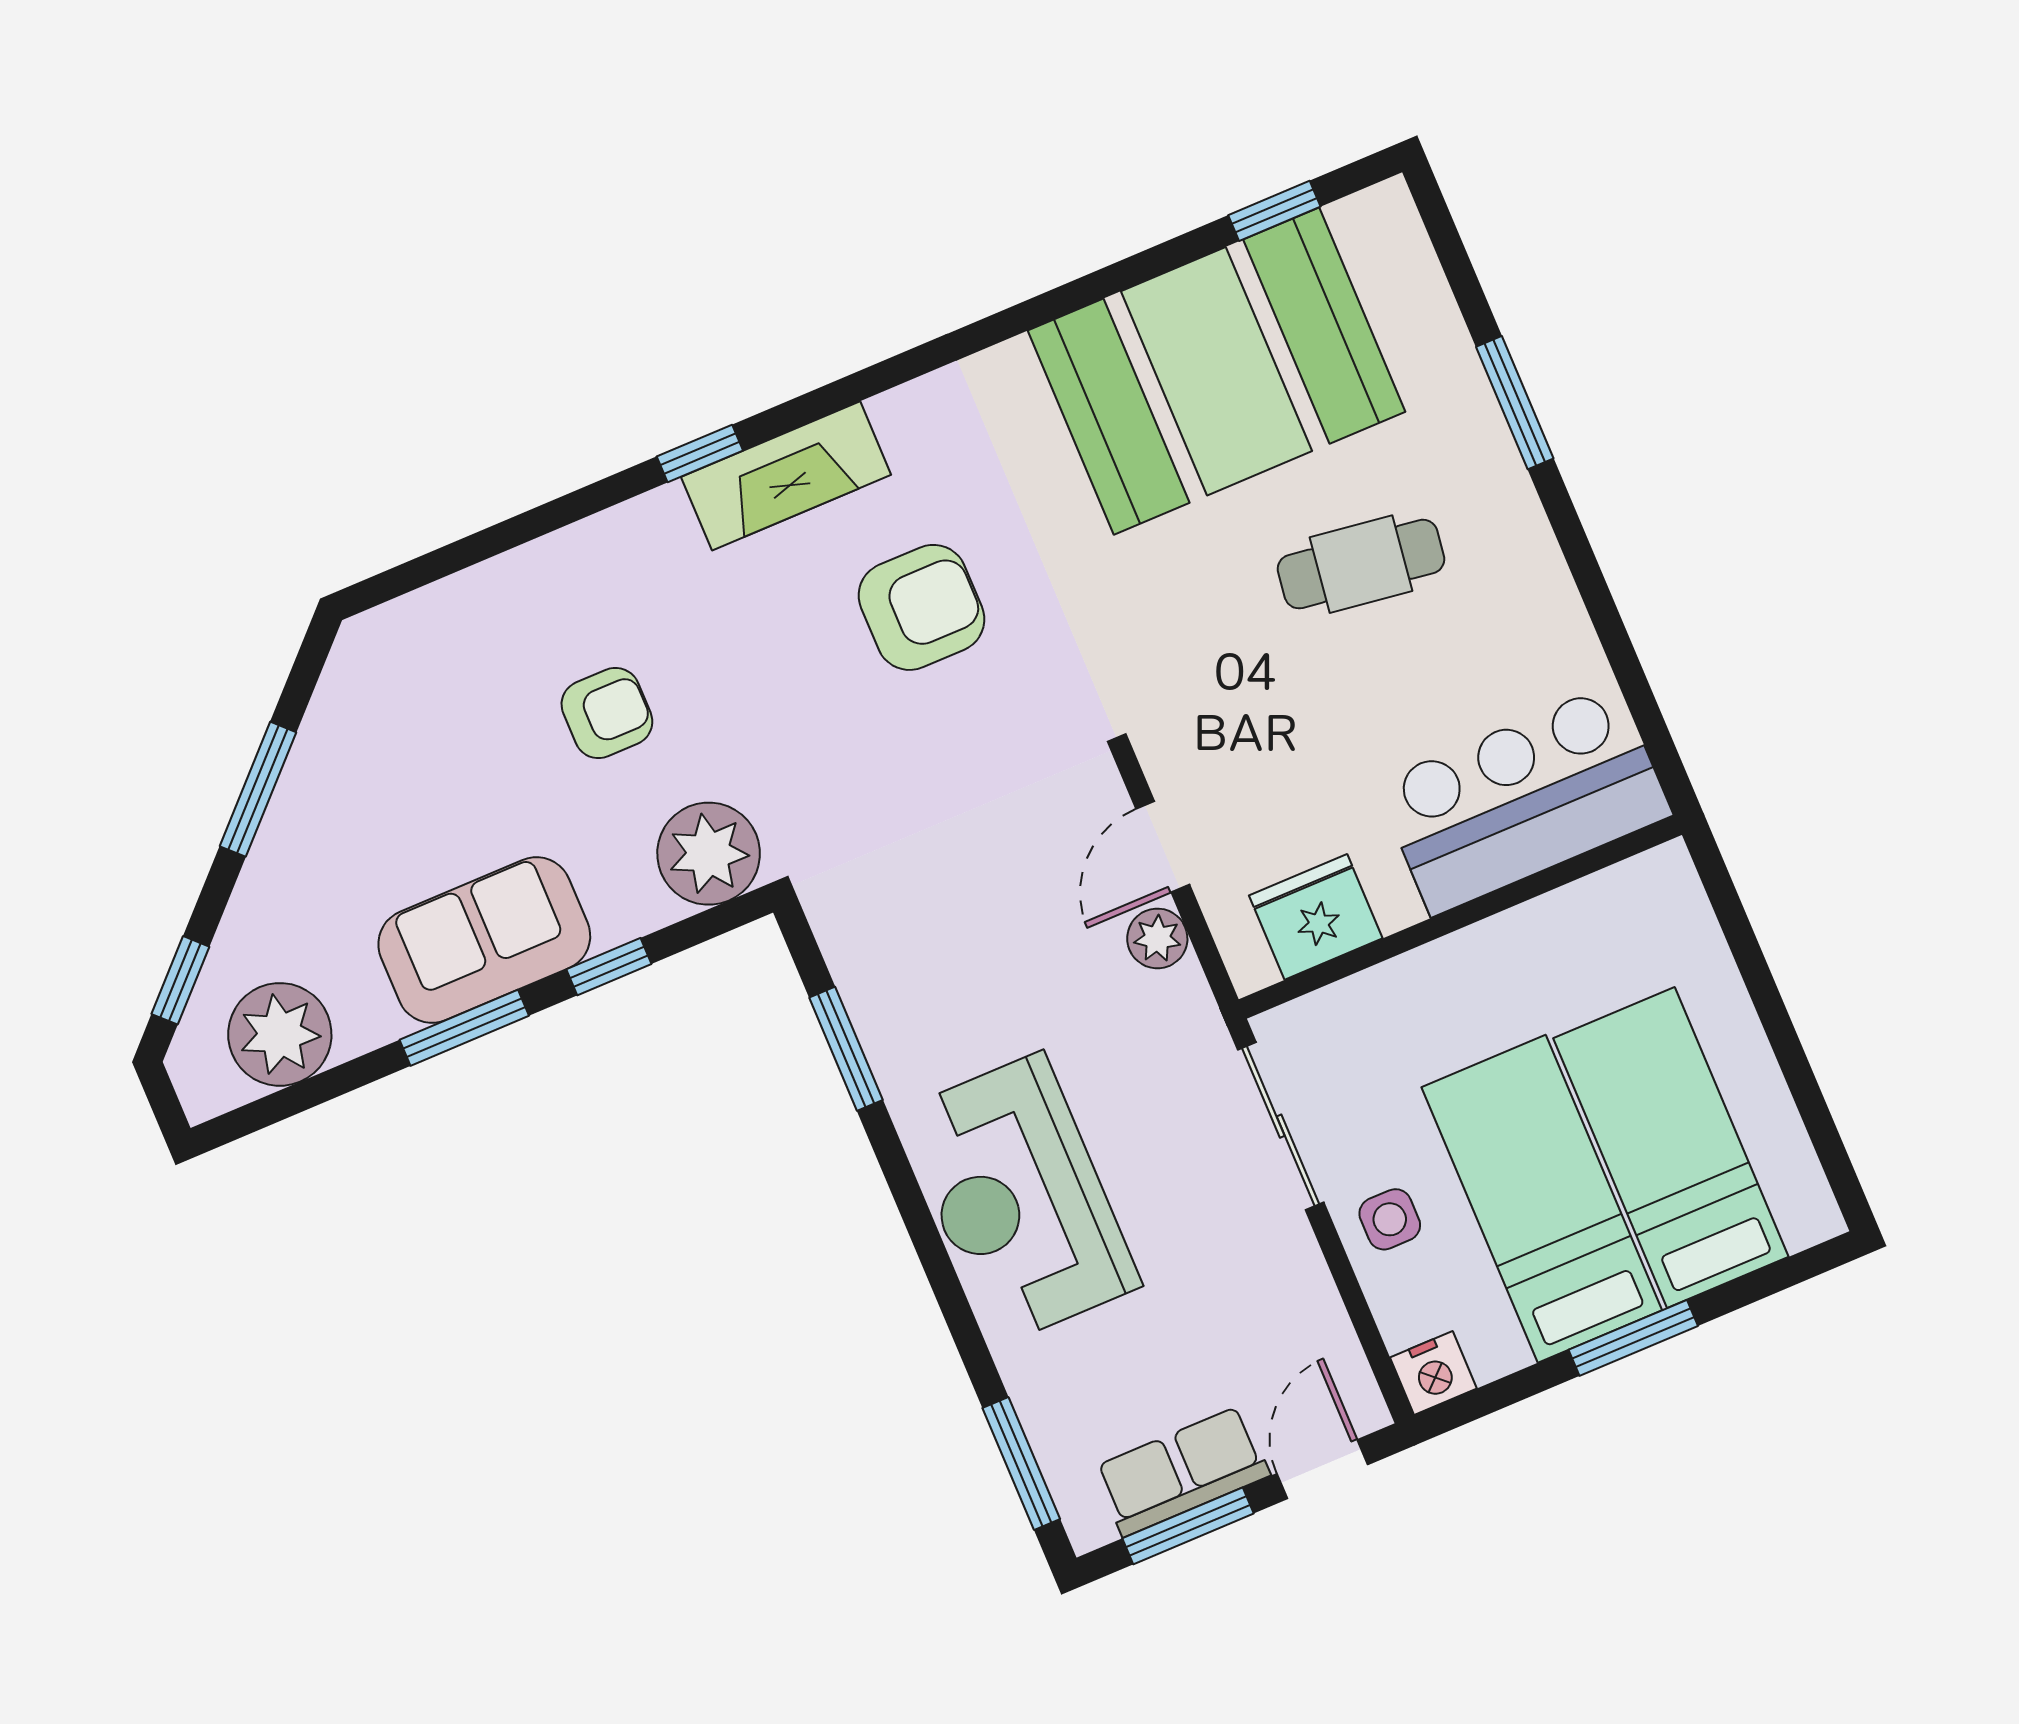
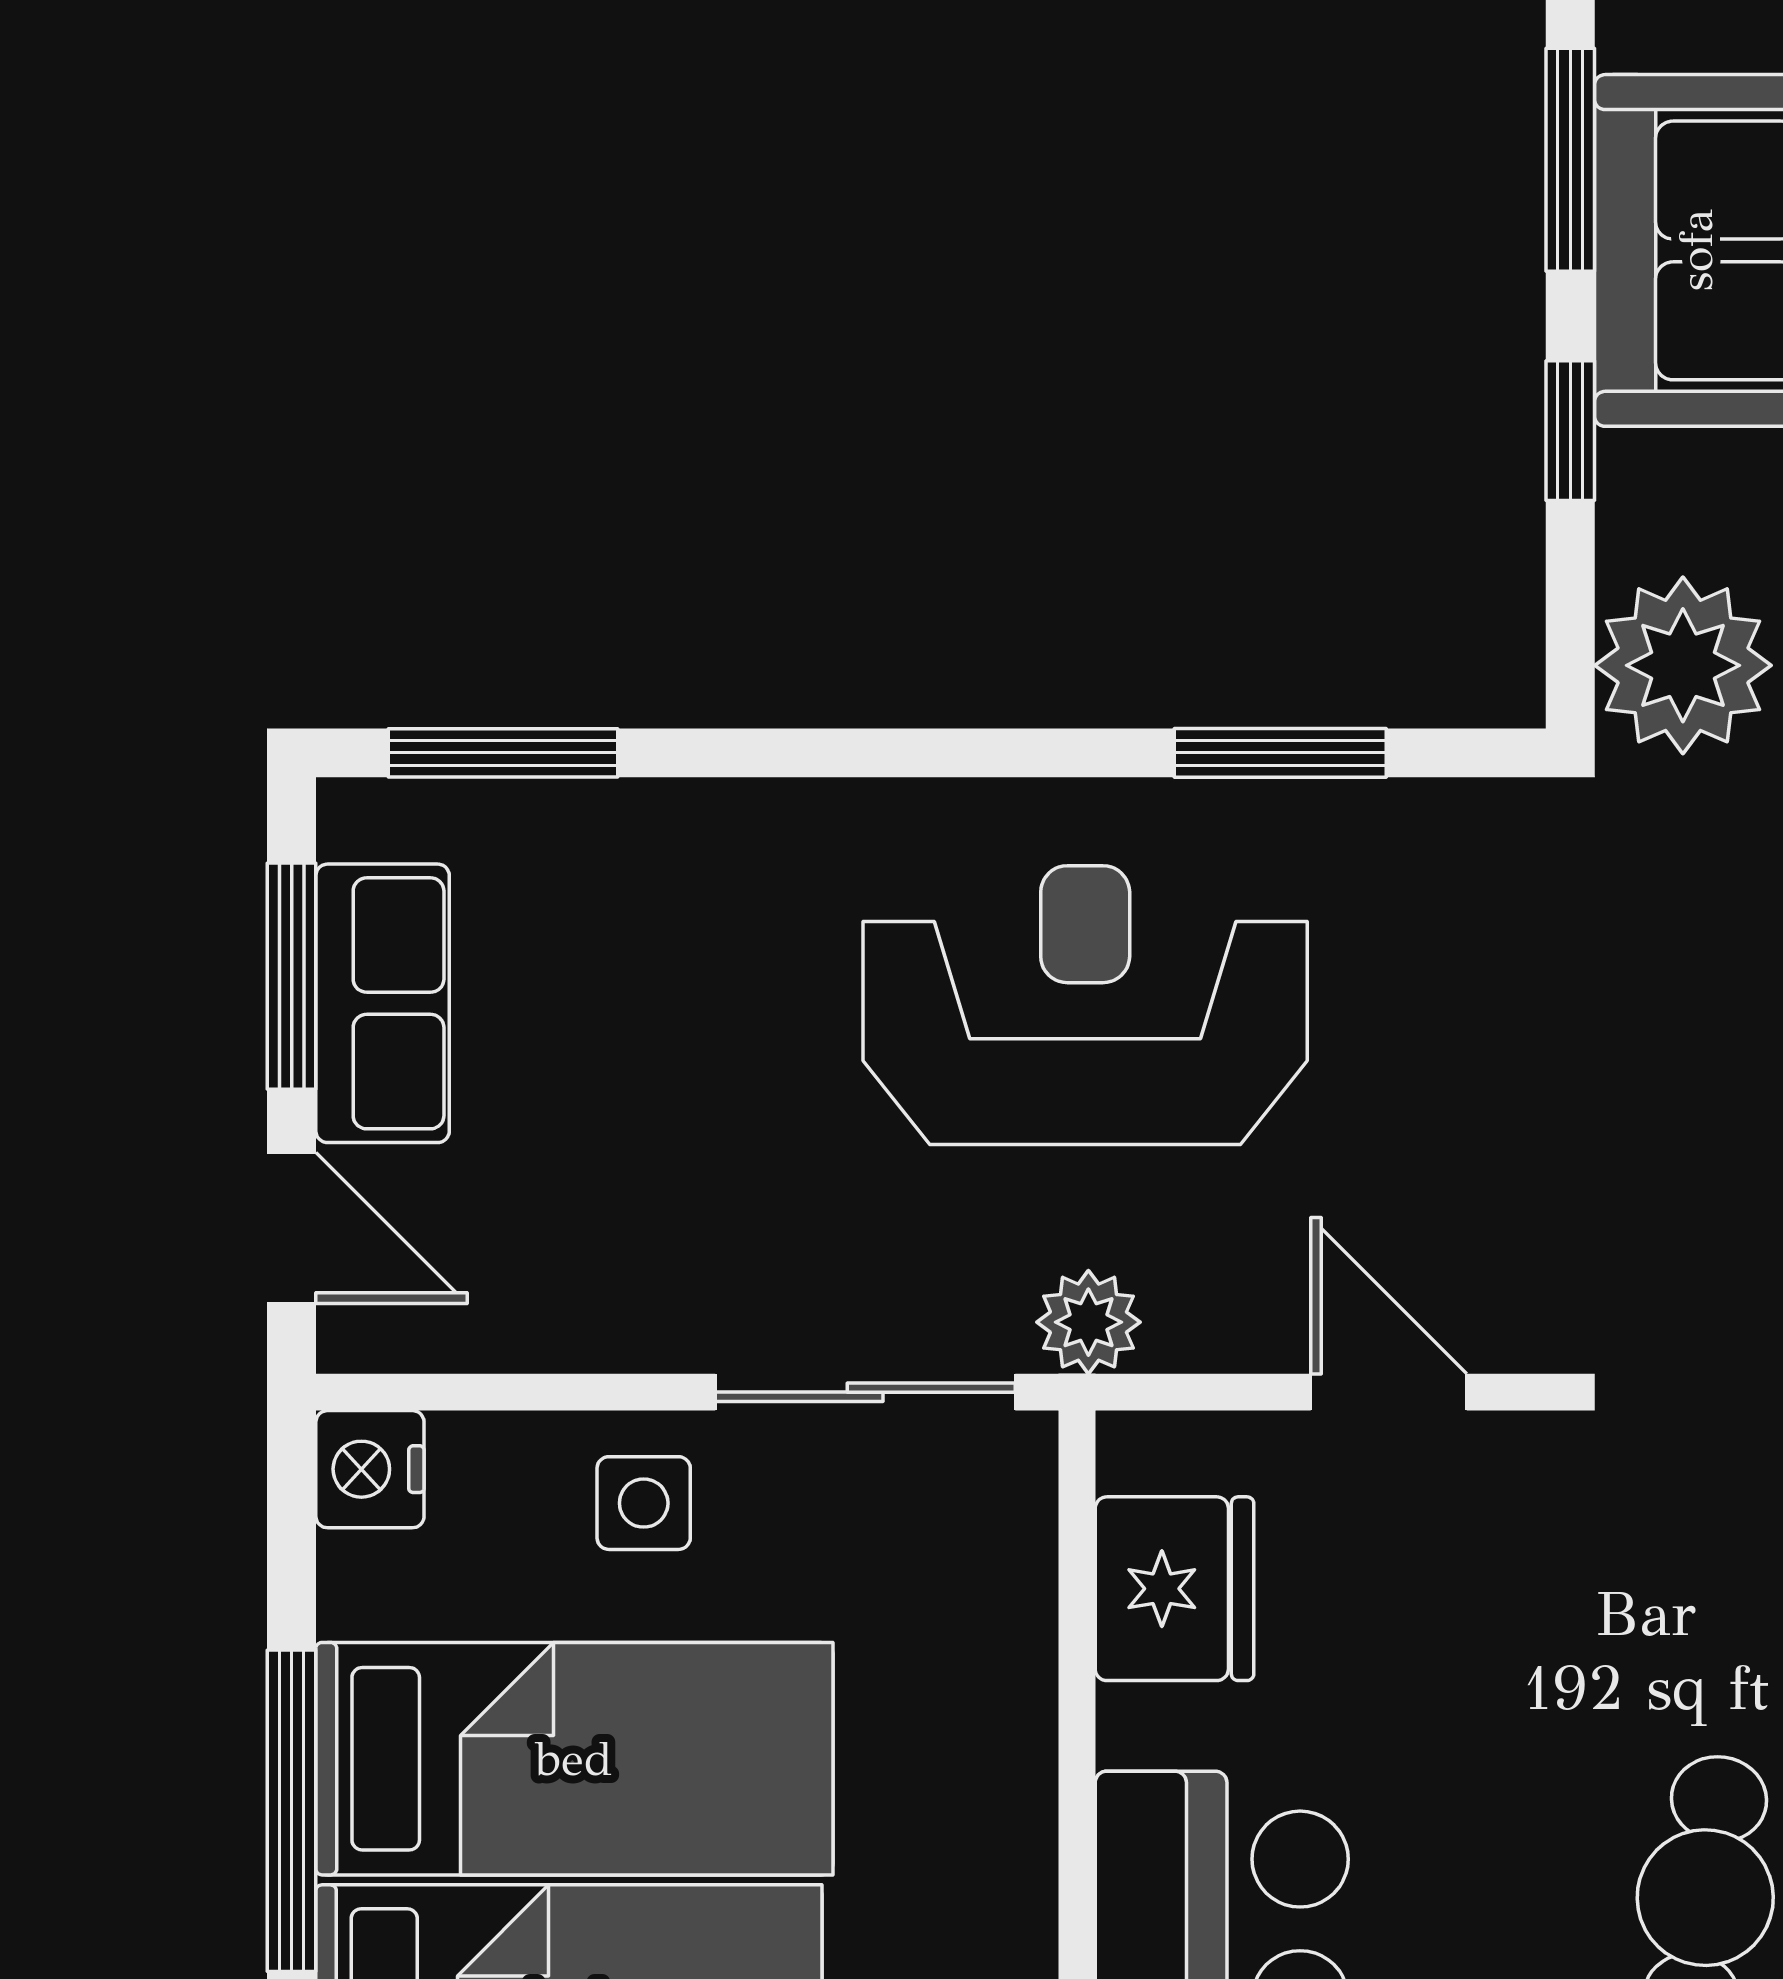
plant: (1157, 938) -> (1088, 1322), moved
reception desk: (1019, 1199) -> (1085, 1005), moved
window: (1633, 1338) -> (292, 1811), width x1.44

